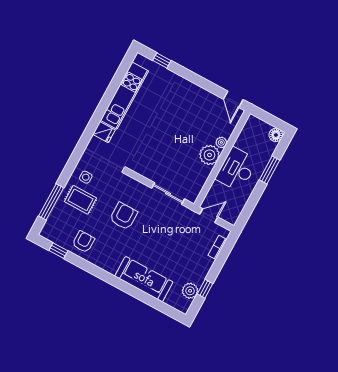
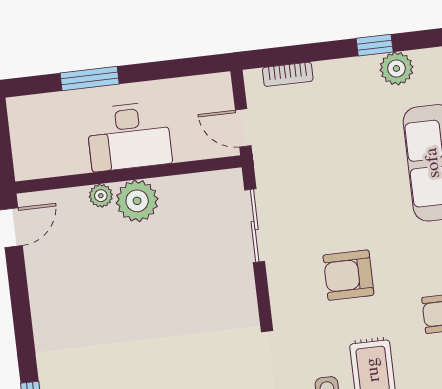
floor lamp: (276, 135) -> (21, 110), removed

